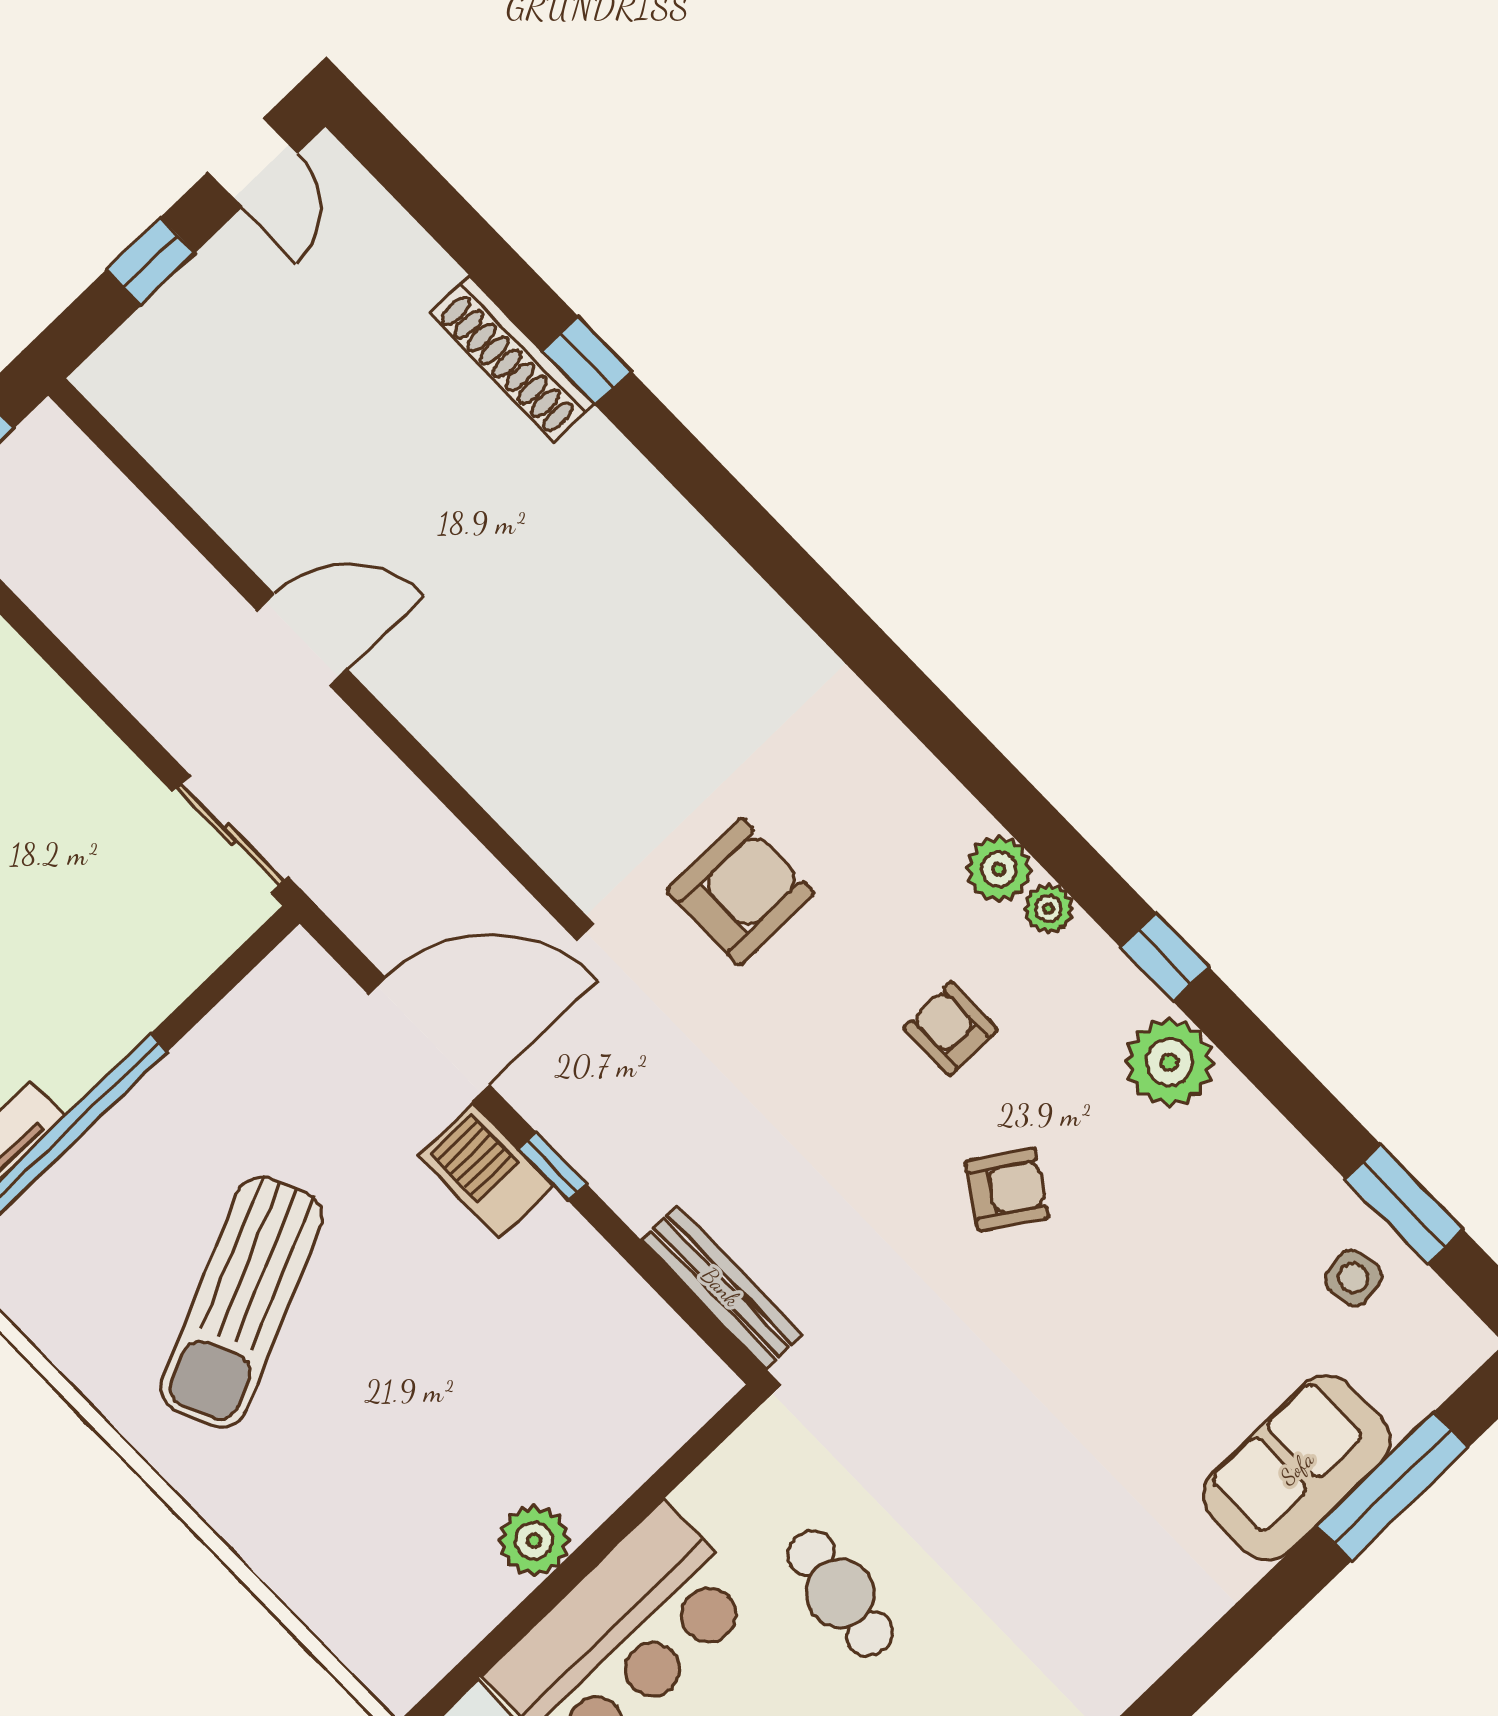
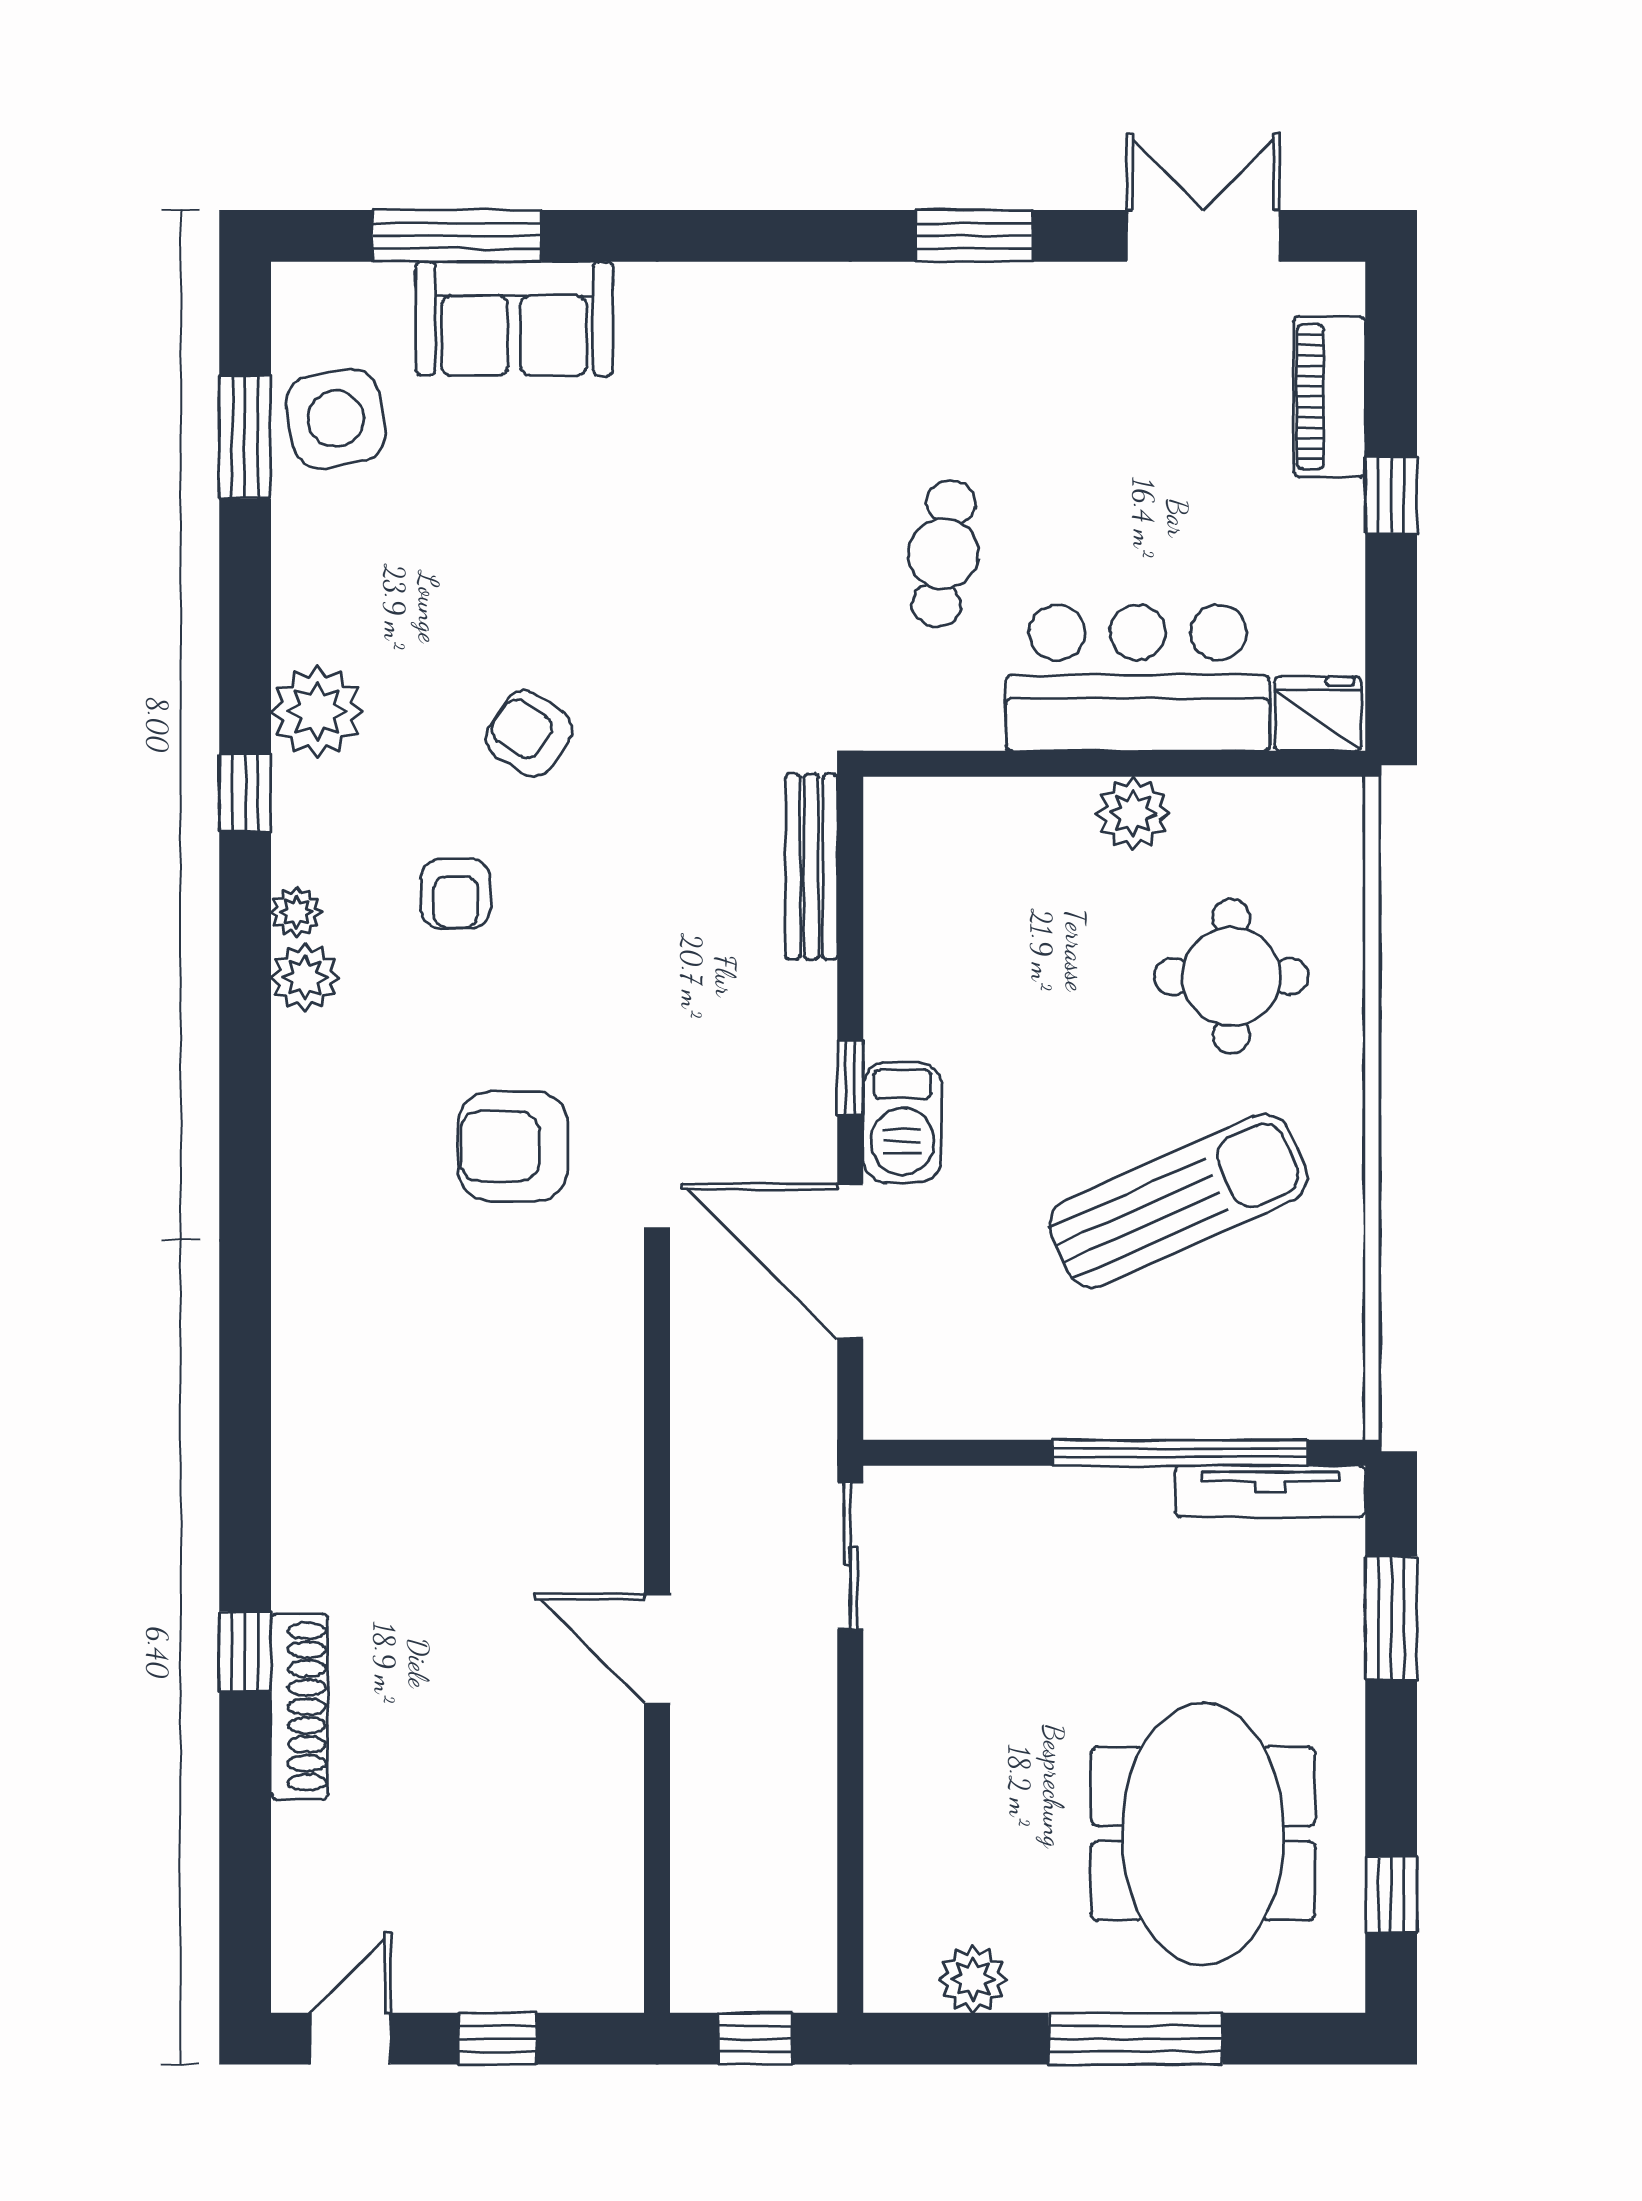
side table: (1353, 1278) -> (336, 419), width x1.87, depth x1.87
round table: (356, 1494) -> (1231, 976), added

